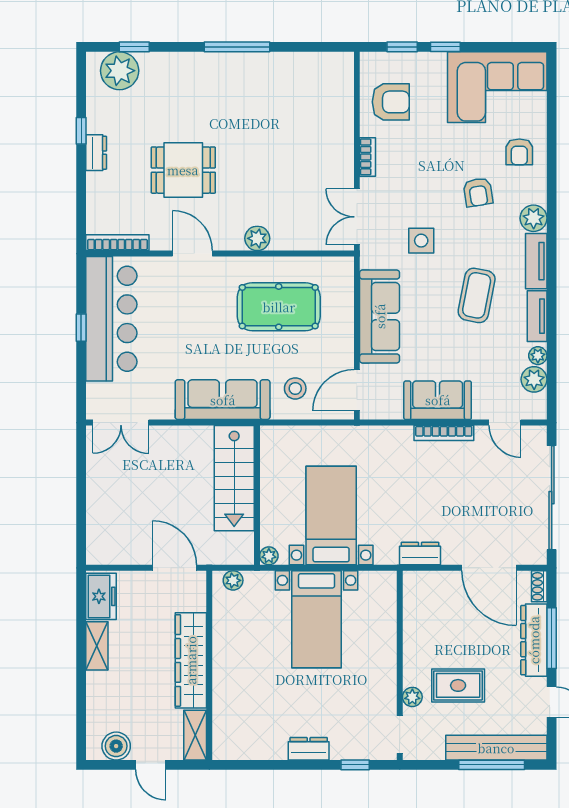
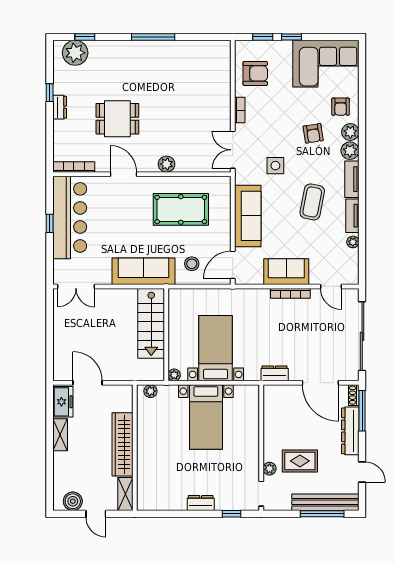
plant: (534, 379) -> (350, 132), moved
door: (175, 568) -> (88, 383), moved
window: (552, 638) -> (362, 411), moved

